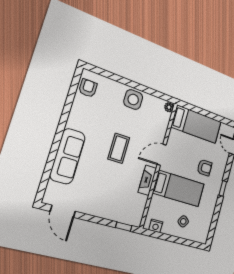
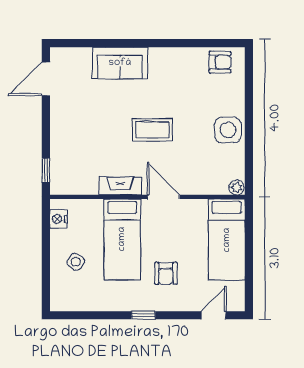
sofa: (68, 156) -> (120, 63), width x0.73

